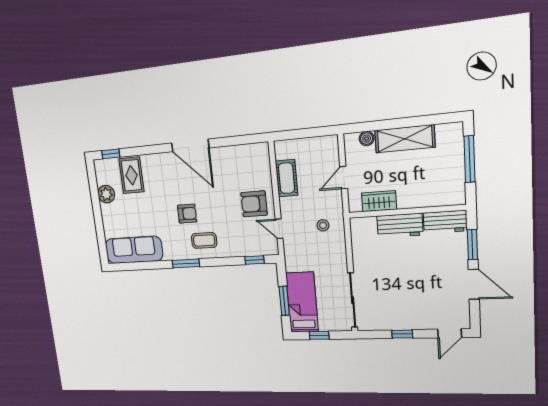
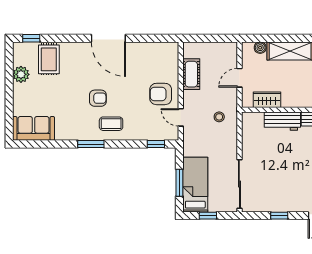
sofa: (134, 250) -> (33, 128), width x0.73

